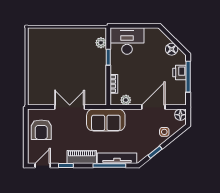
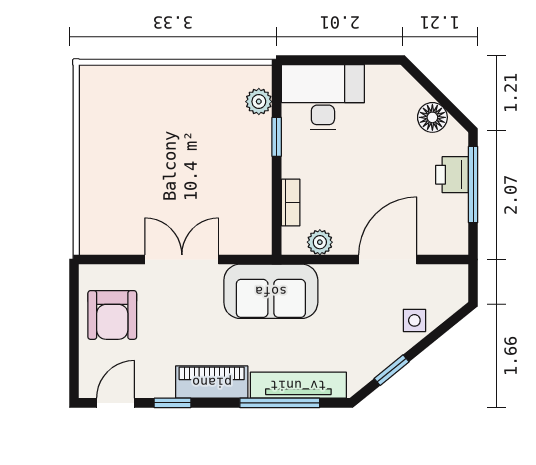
floor lamp: (180, 115) -> (454, 278), removed

